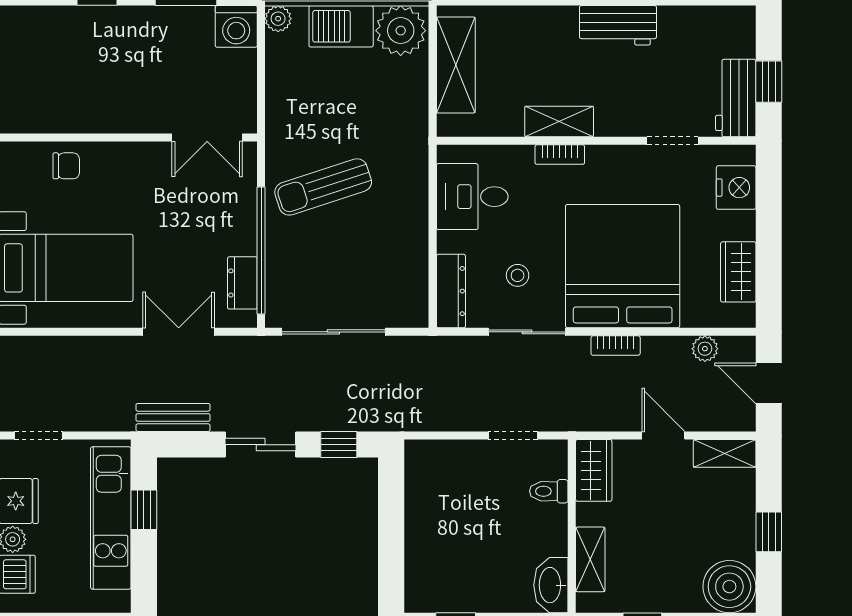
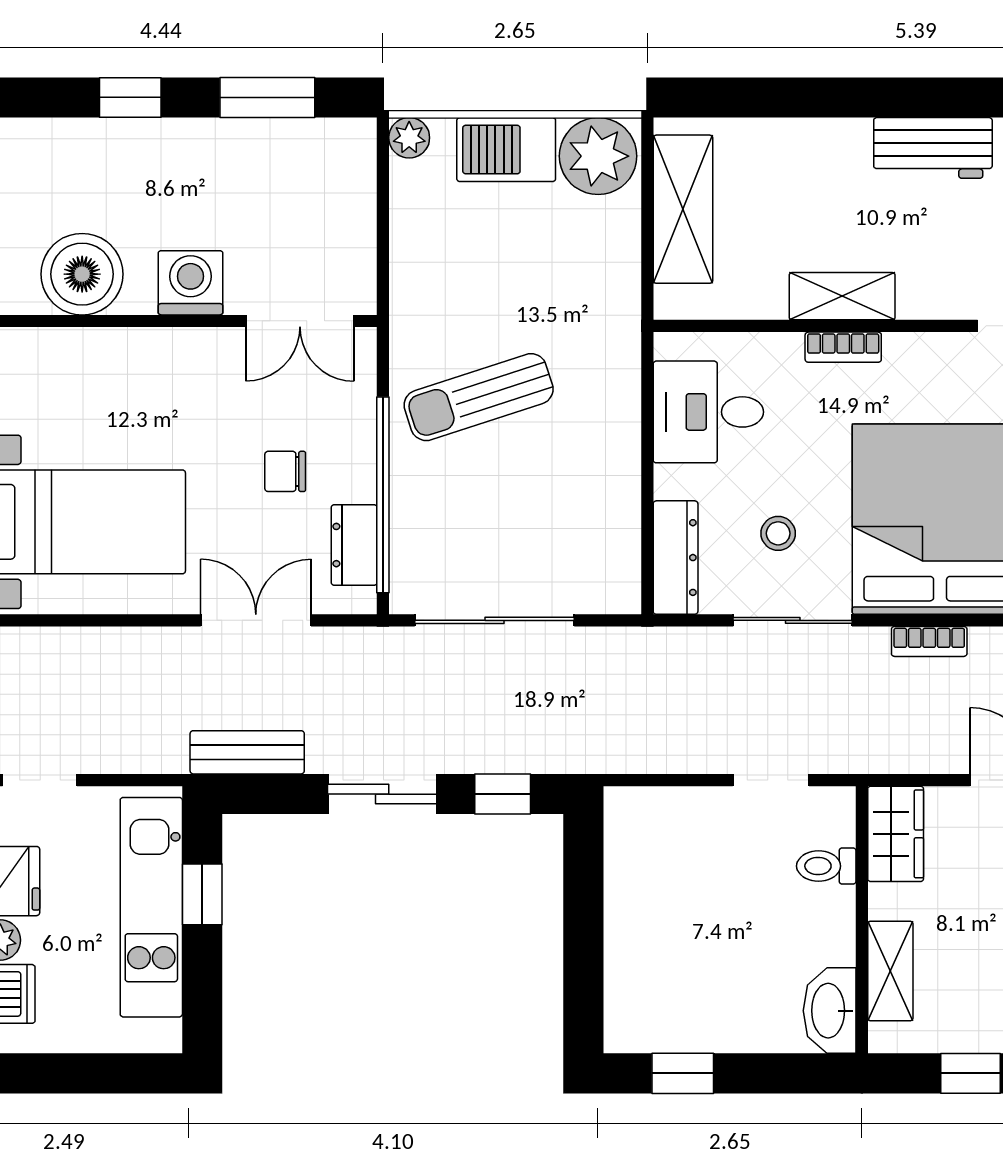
washing machine: (236, 26) -> (190, 283), moved, turned 180
boiler: (66, 107) -> (82, 274), added
chair: (66, 166) -> (285, 471), moved, turned 180

